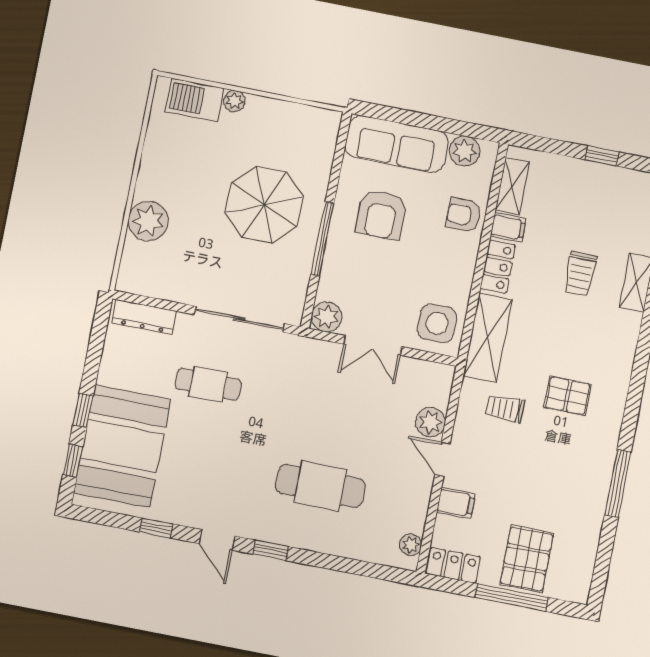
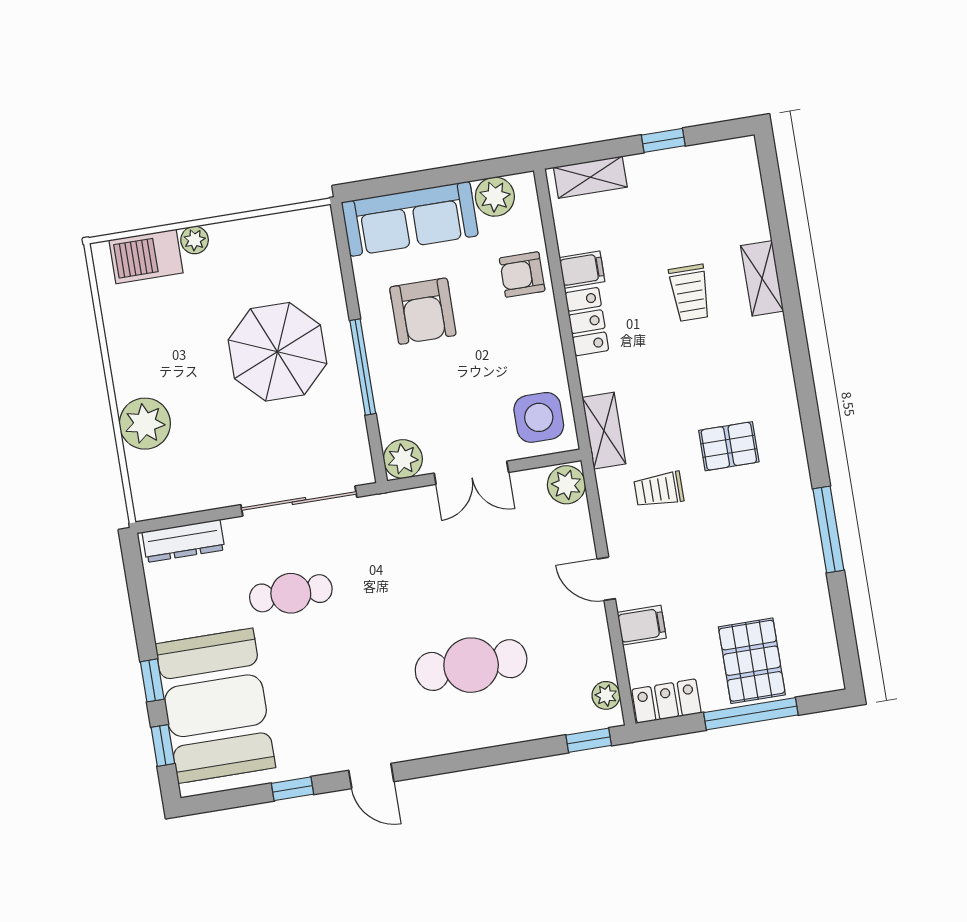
shelving: (512, 186) -> (590, 177), moved, turned 90
shelving: (488, 338) -> (604, 431), width x0.67, depth x0.75
plant: (431, 422) -> (566, 485), moved
window: (271, 550) -> (589, 740), moved

